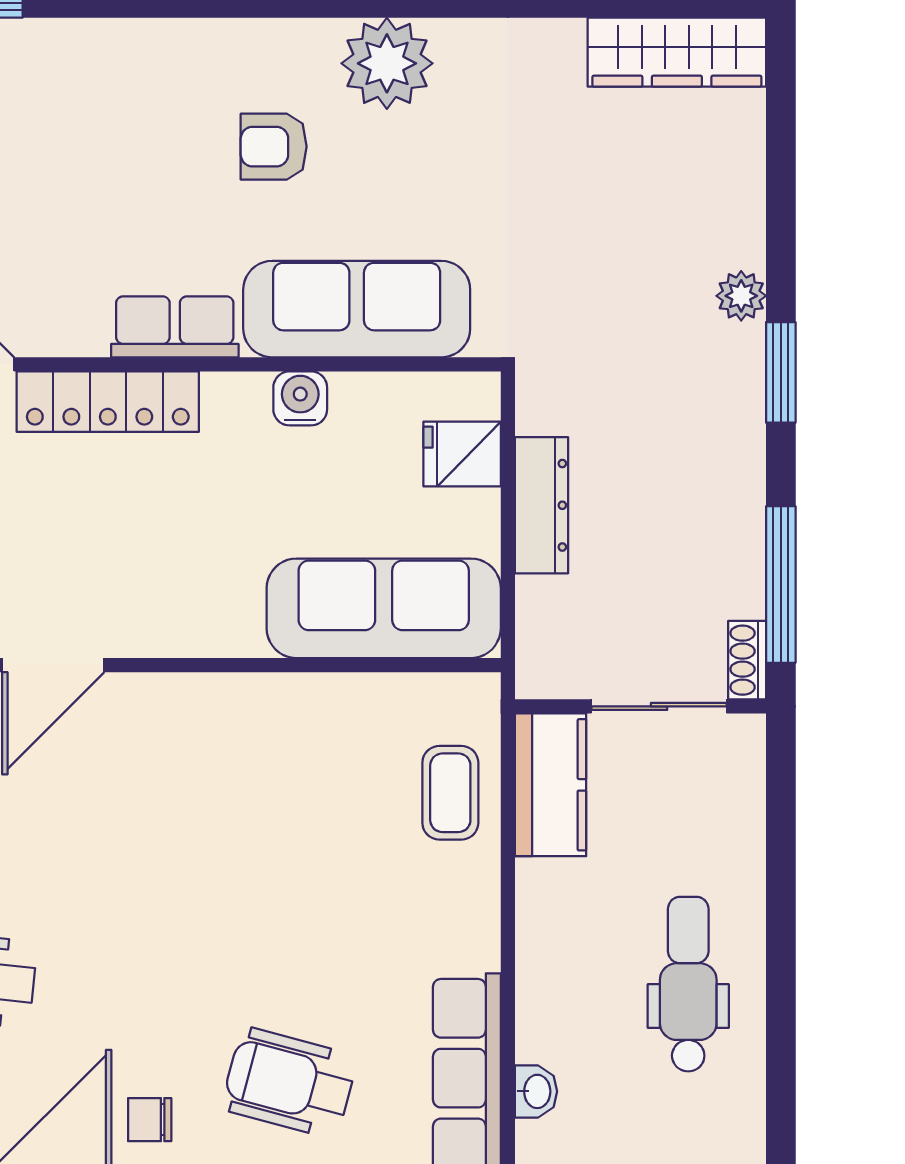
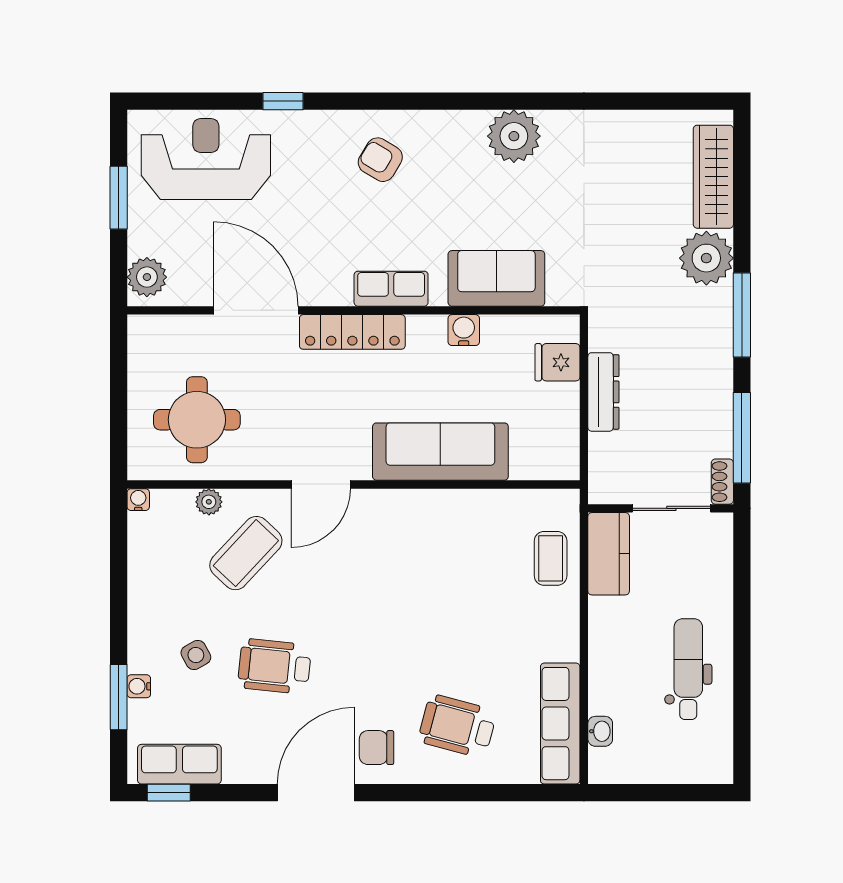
wardrobe: (677, 52) -> (713, 177), moved, turned 90
armchair: (274, 147) -> (380, 160), moved, turned 31
plant: (741, 296) -> (706, 258), width x1.87, depth x1.87
sofa: (357, 309) -> (496, 278), width x0.73
window: (781, 372) -> (742, 315), width x1.44
sofa: (384, 608) -> (440, 452), moved
chair: (150, 1120) -> (377, 748), width x1.37, depth x1.37

